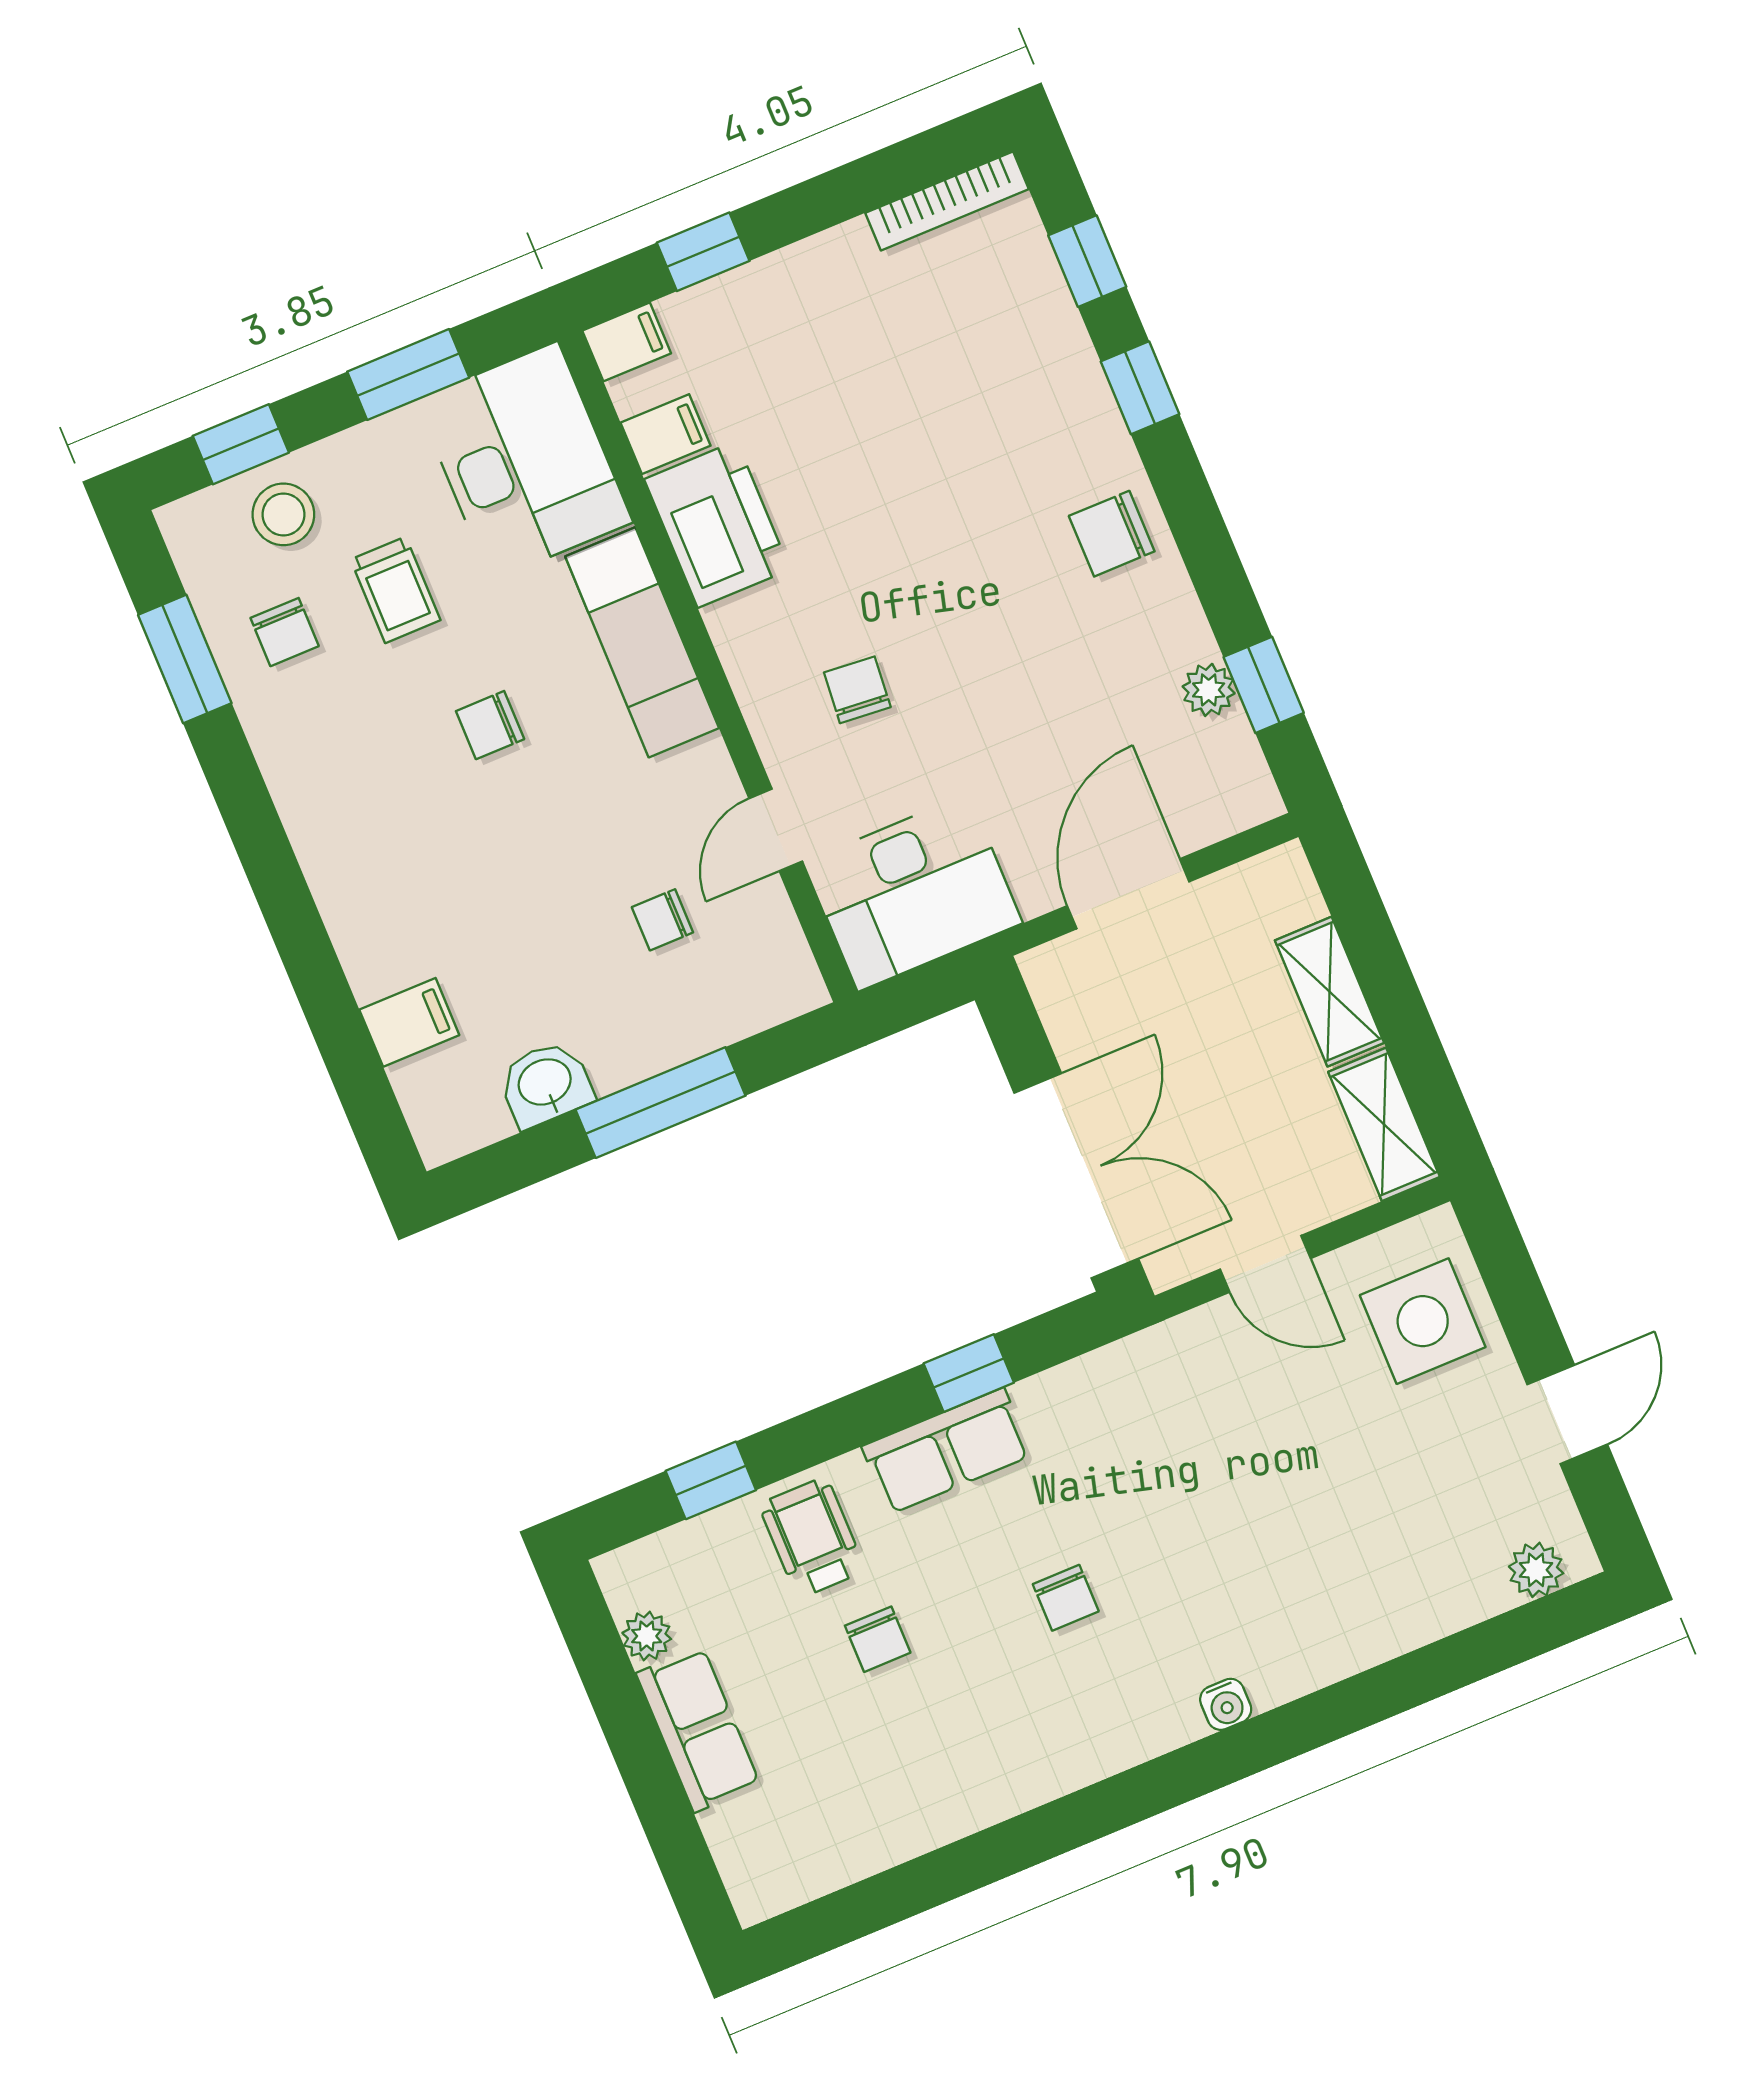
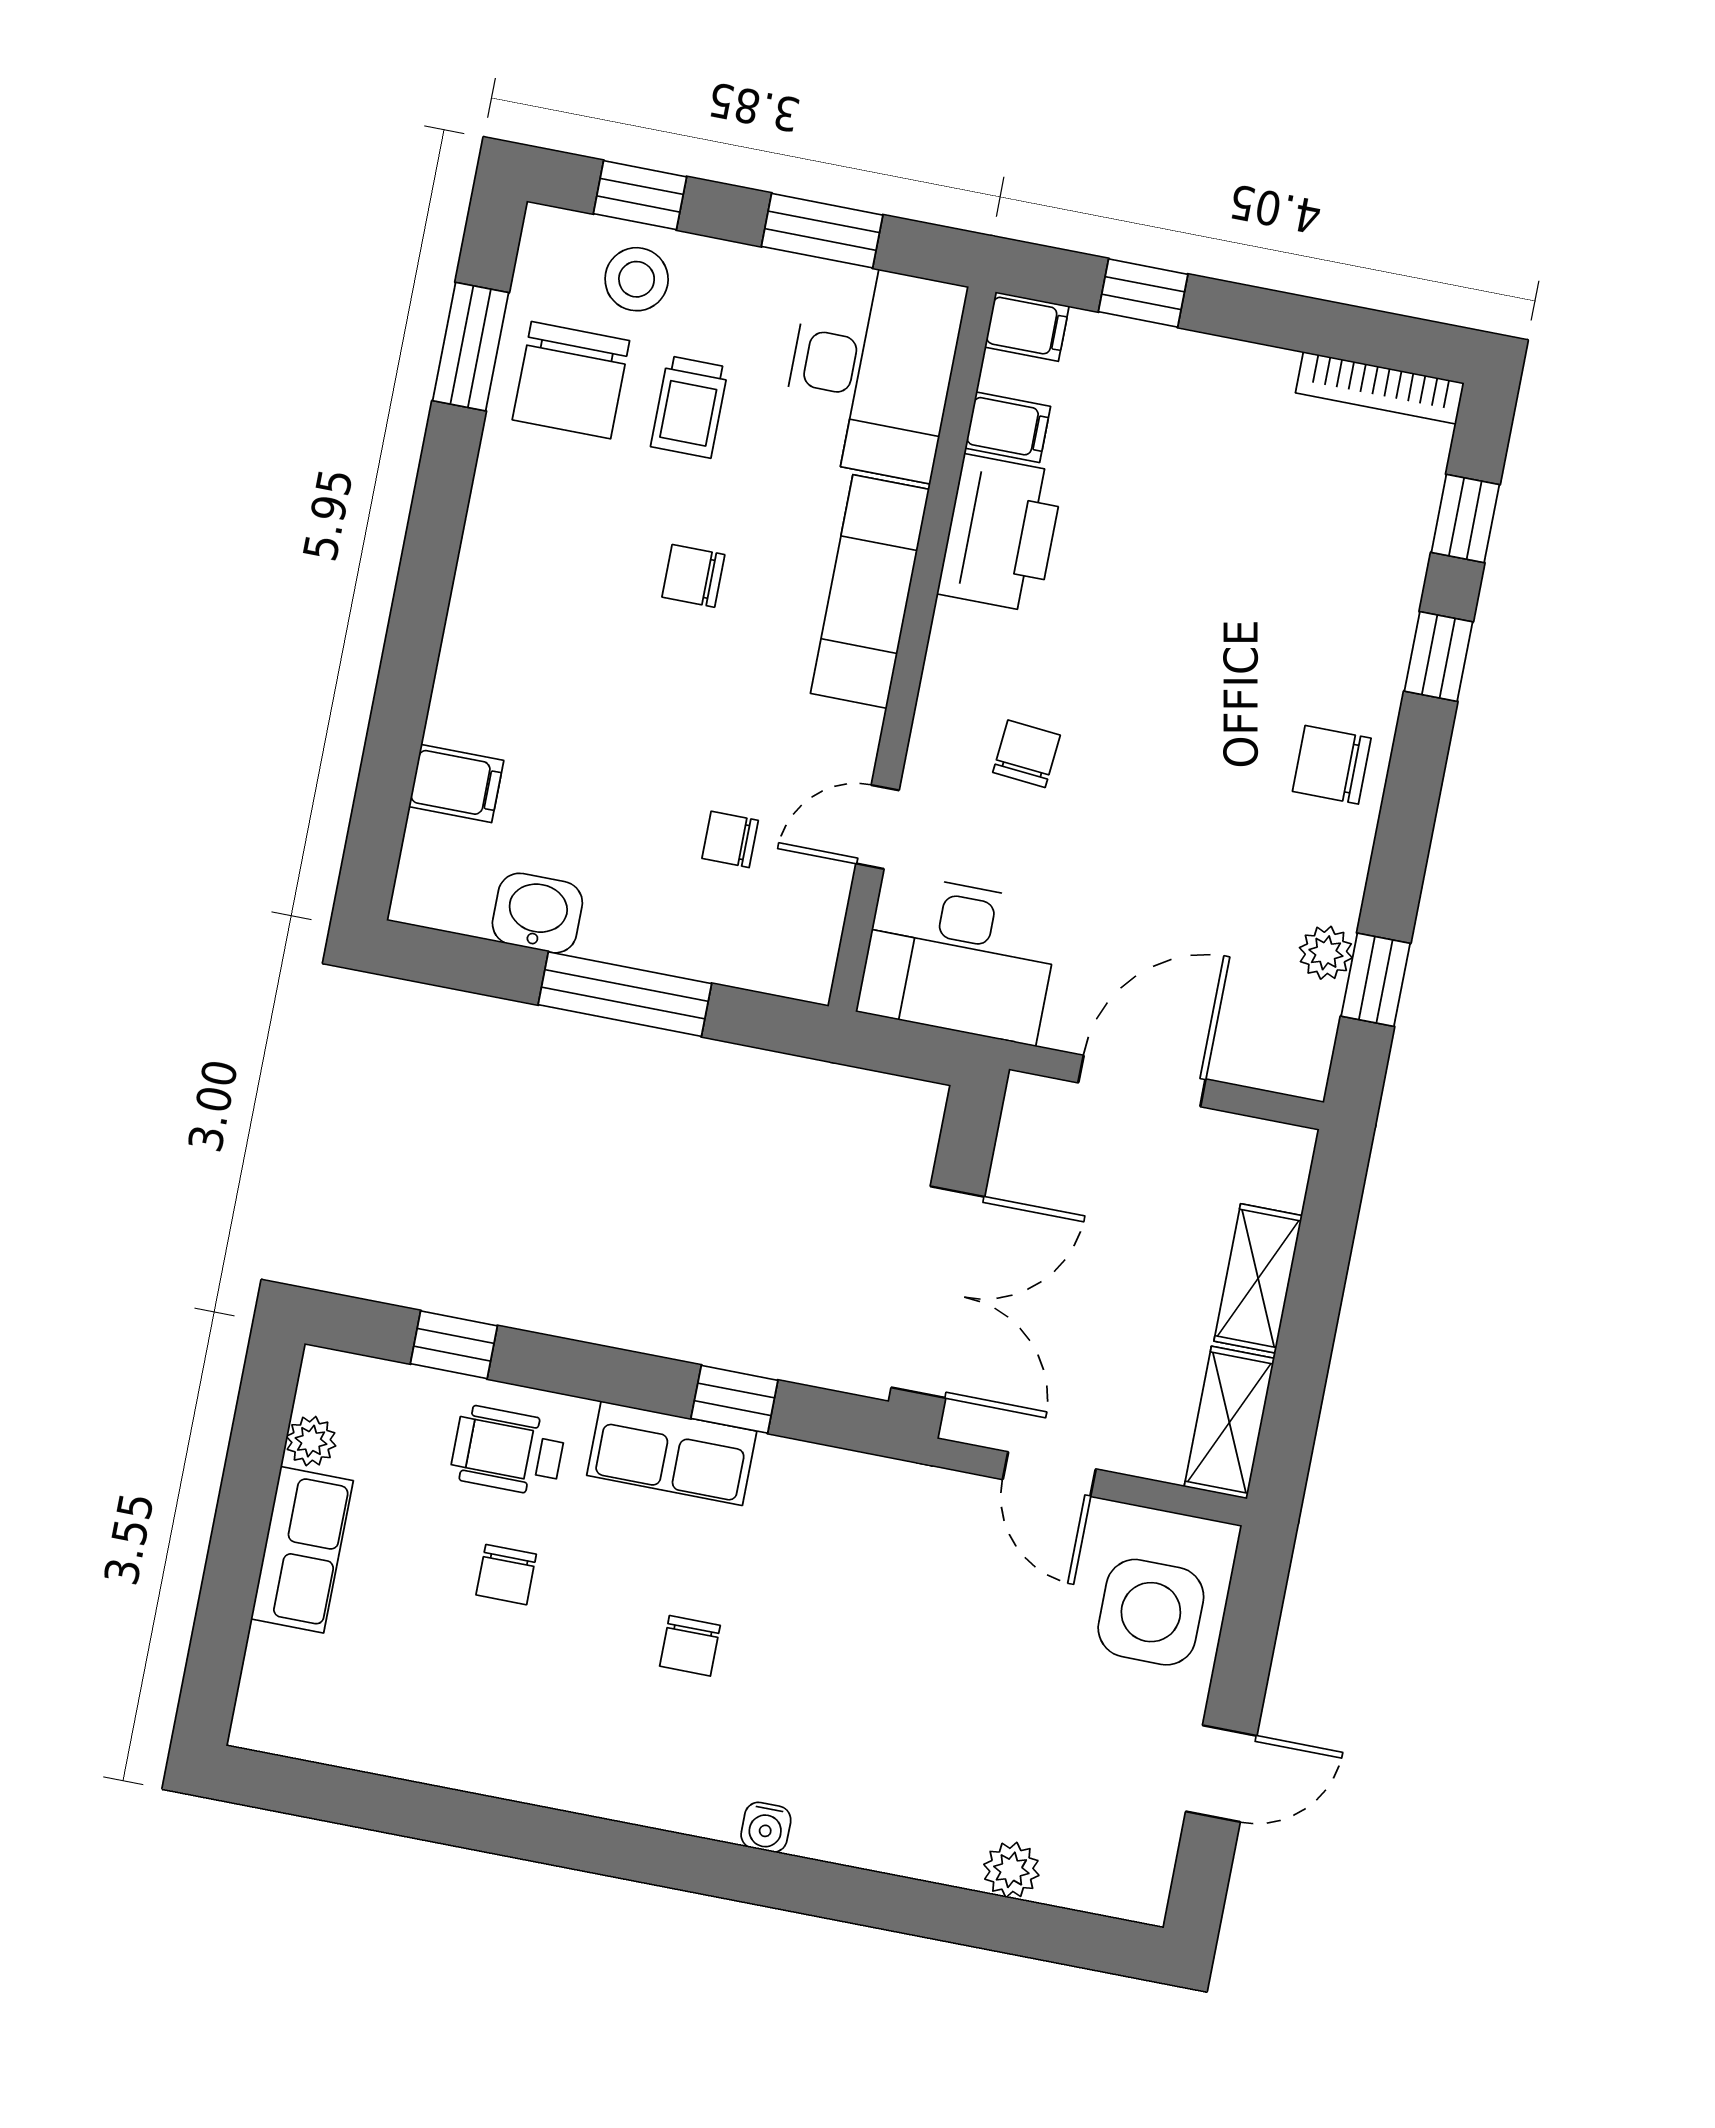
chair: (285, 632) -> (571, 380), width x1.87, depth x1.87
wheelchair: (812, 1537) -> (508, 1451), turned -90
plant: (1536, 1570) -> (1011, 1870), moved

